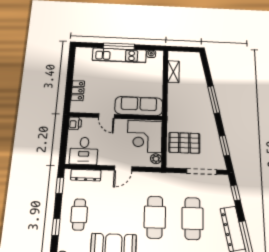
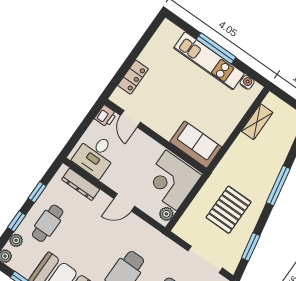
sofa: (139, 106) -> (196, 145), width x0.73
door: (106, 116) -> (130, 119), moved
pallet: (184, 143) -> (229, 210), moved, turned 90
window: (60, 185) -> (37, 192), moved
plant: (64, 240) -> (16, 240), added

